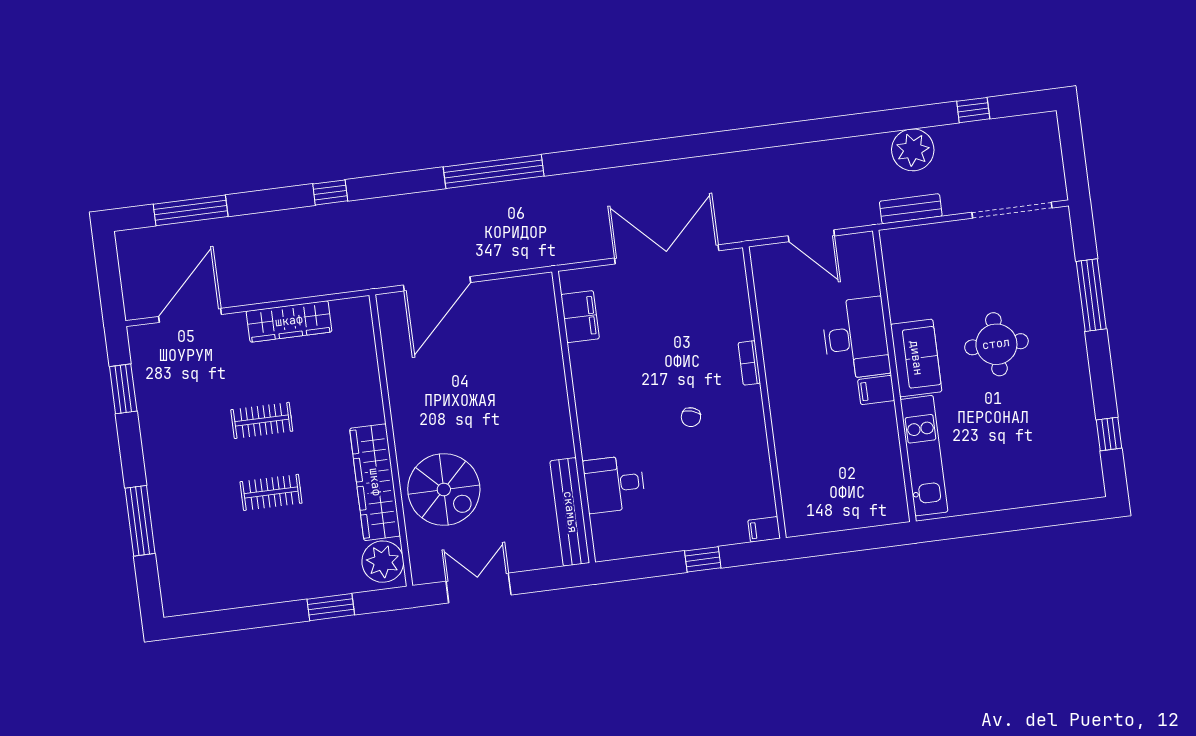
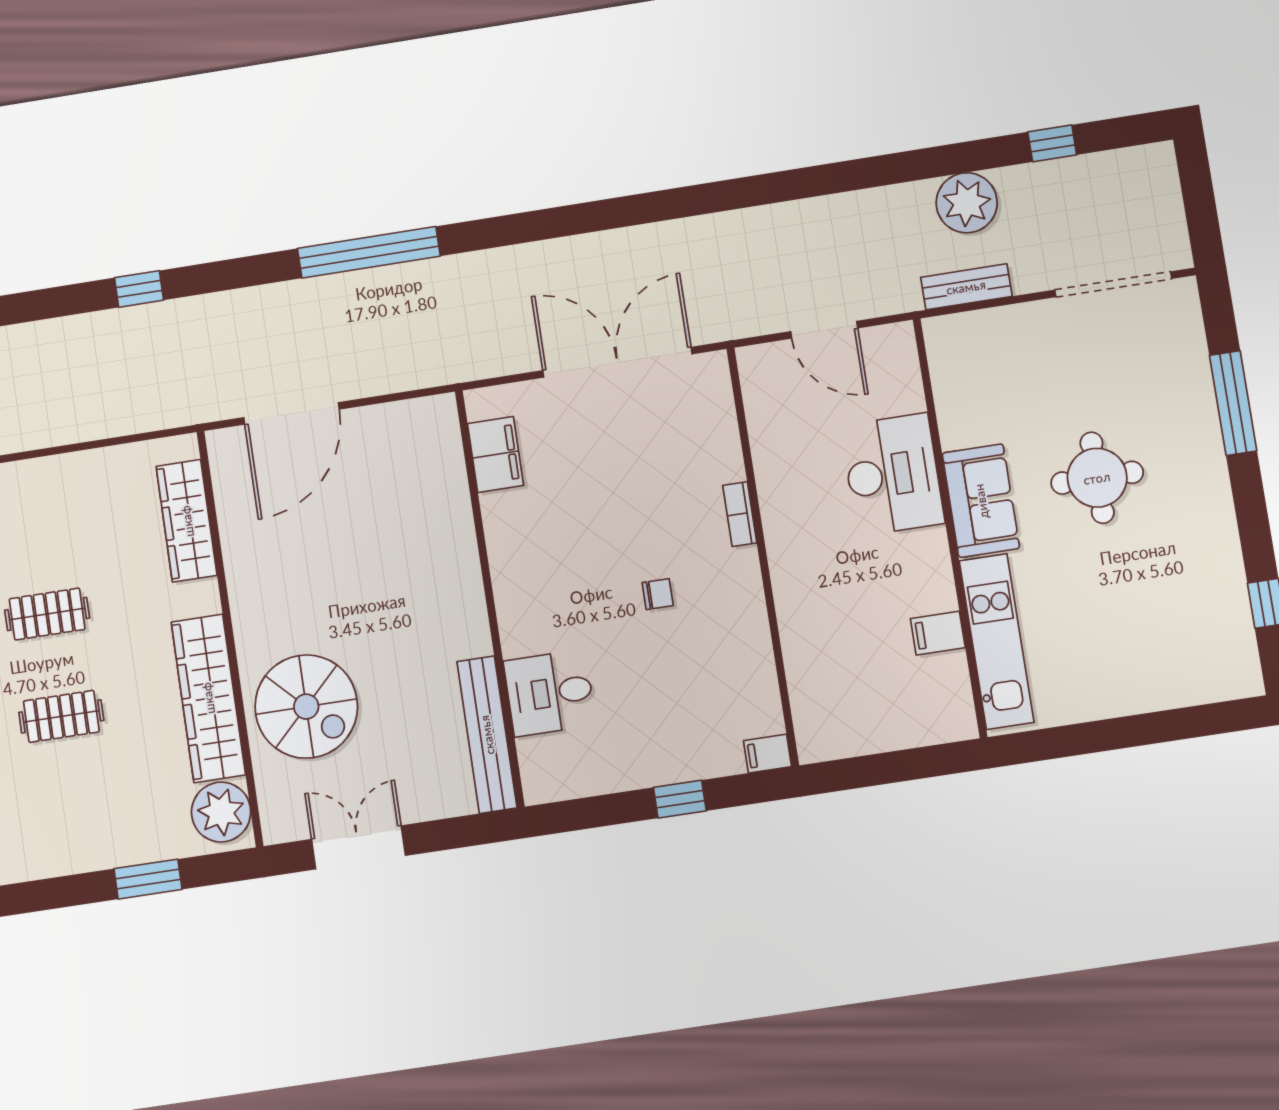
wardrobe: (289, 321) -> (187, 521), moved, turned 90
filing cabinet: (876, 390) -> (938, 633), moved
chair: (691, 417) -> (658, 594), turned -107

